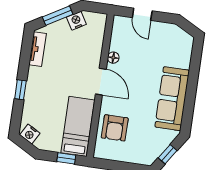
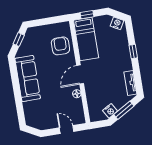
door: (101, 82) -> (80, 75), hinge flipped

